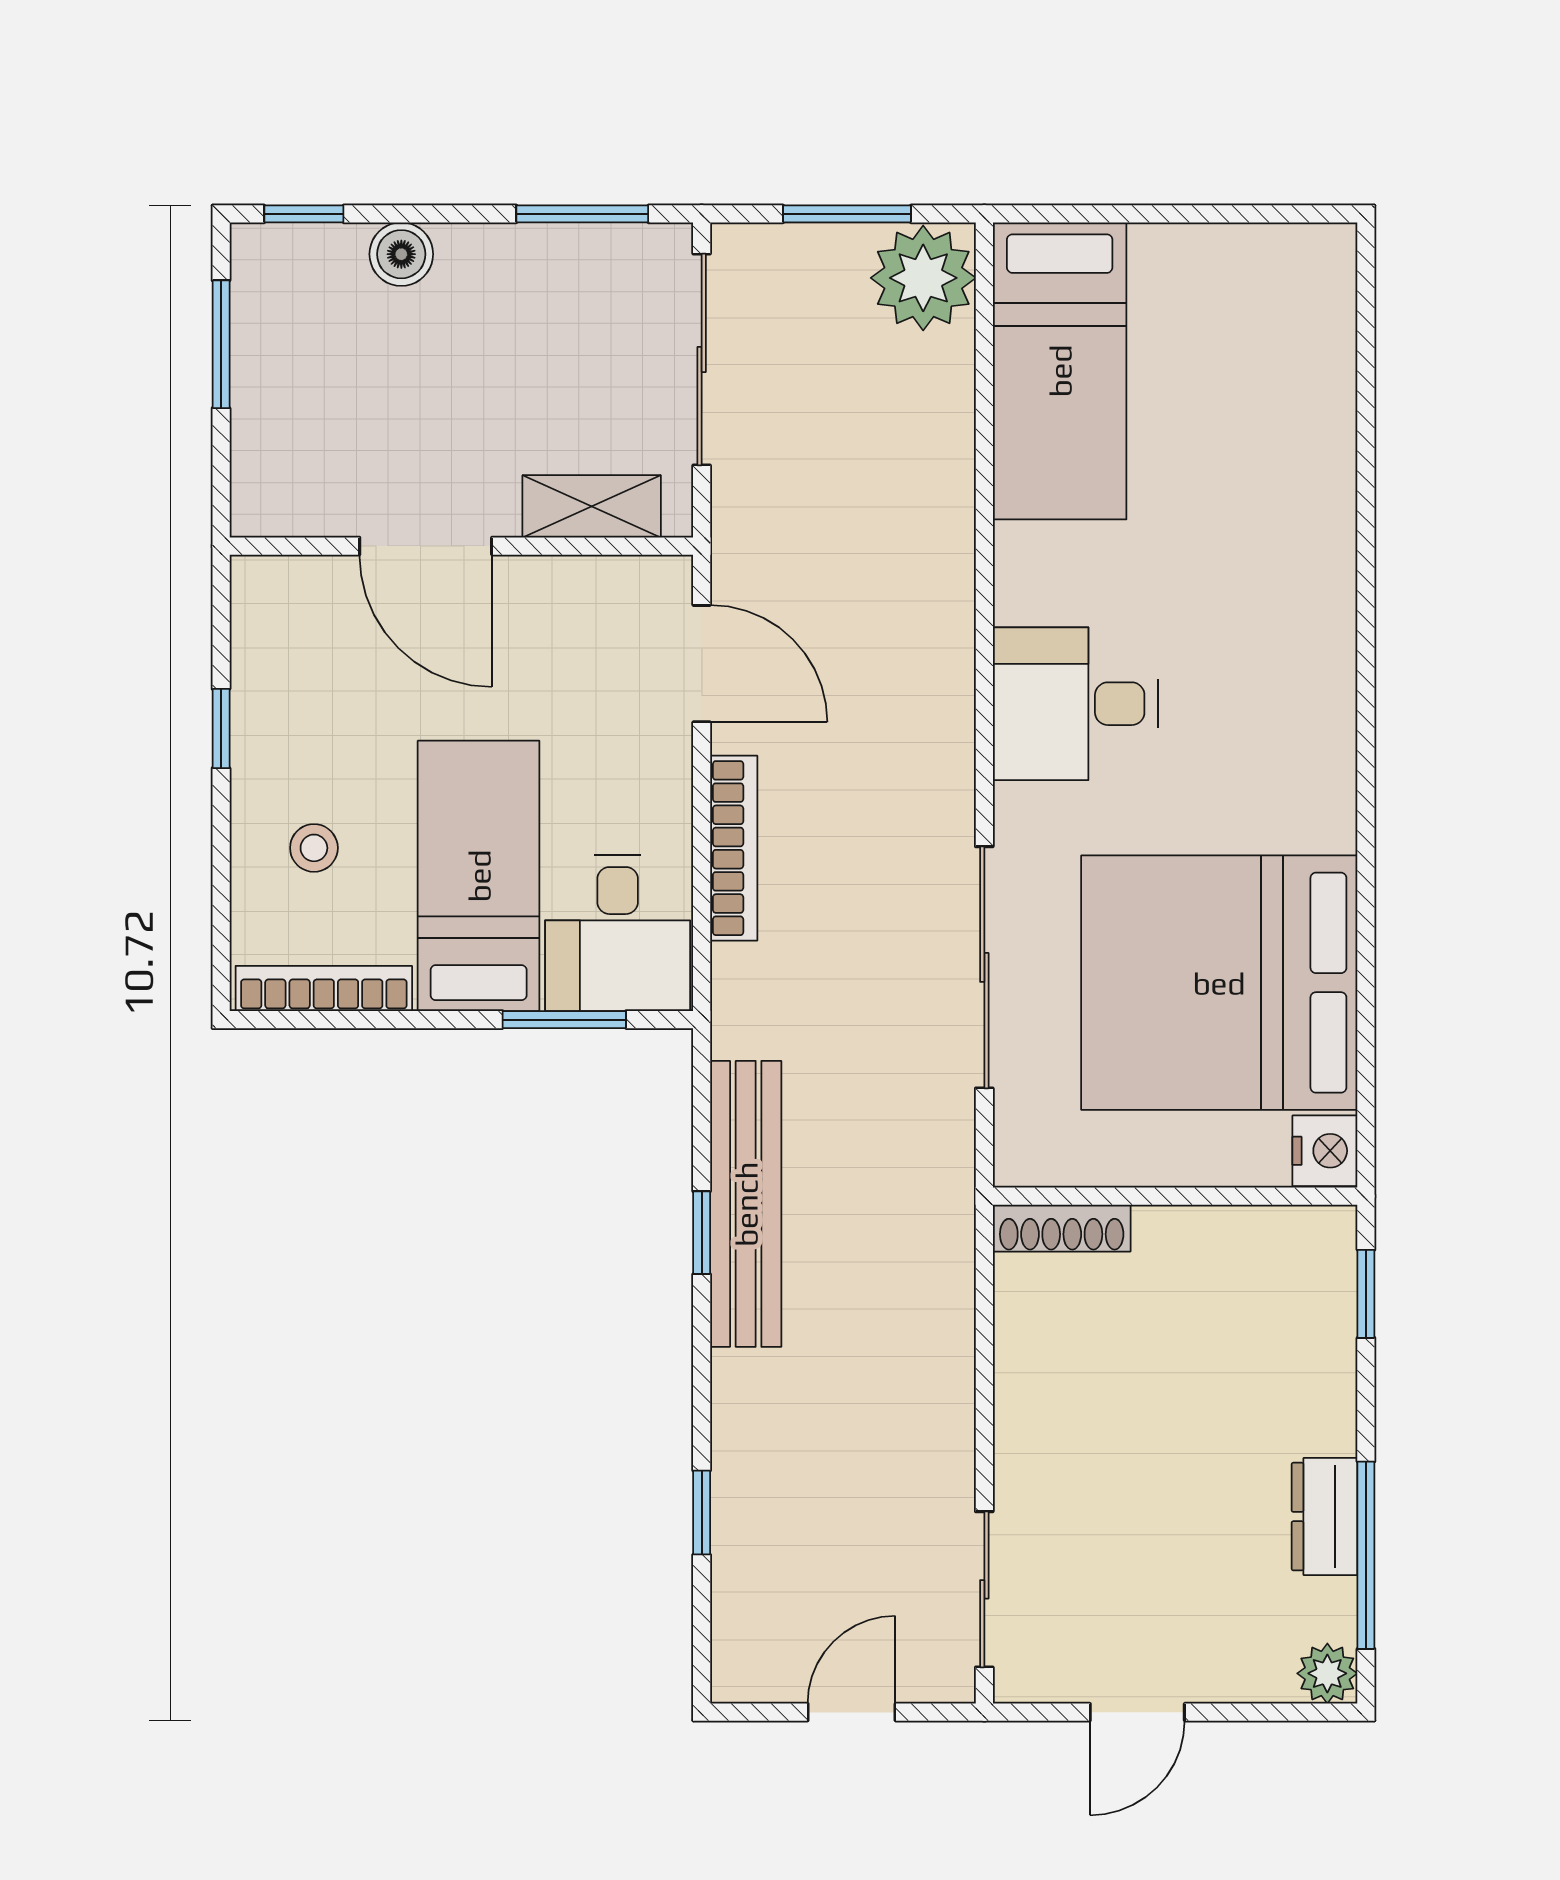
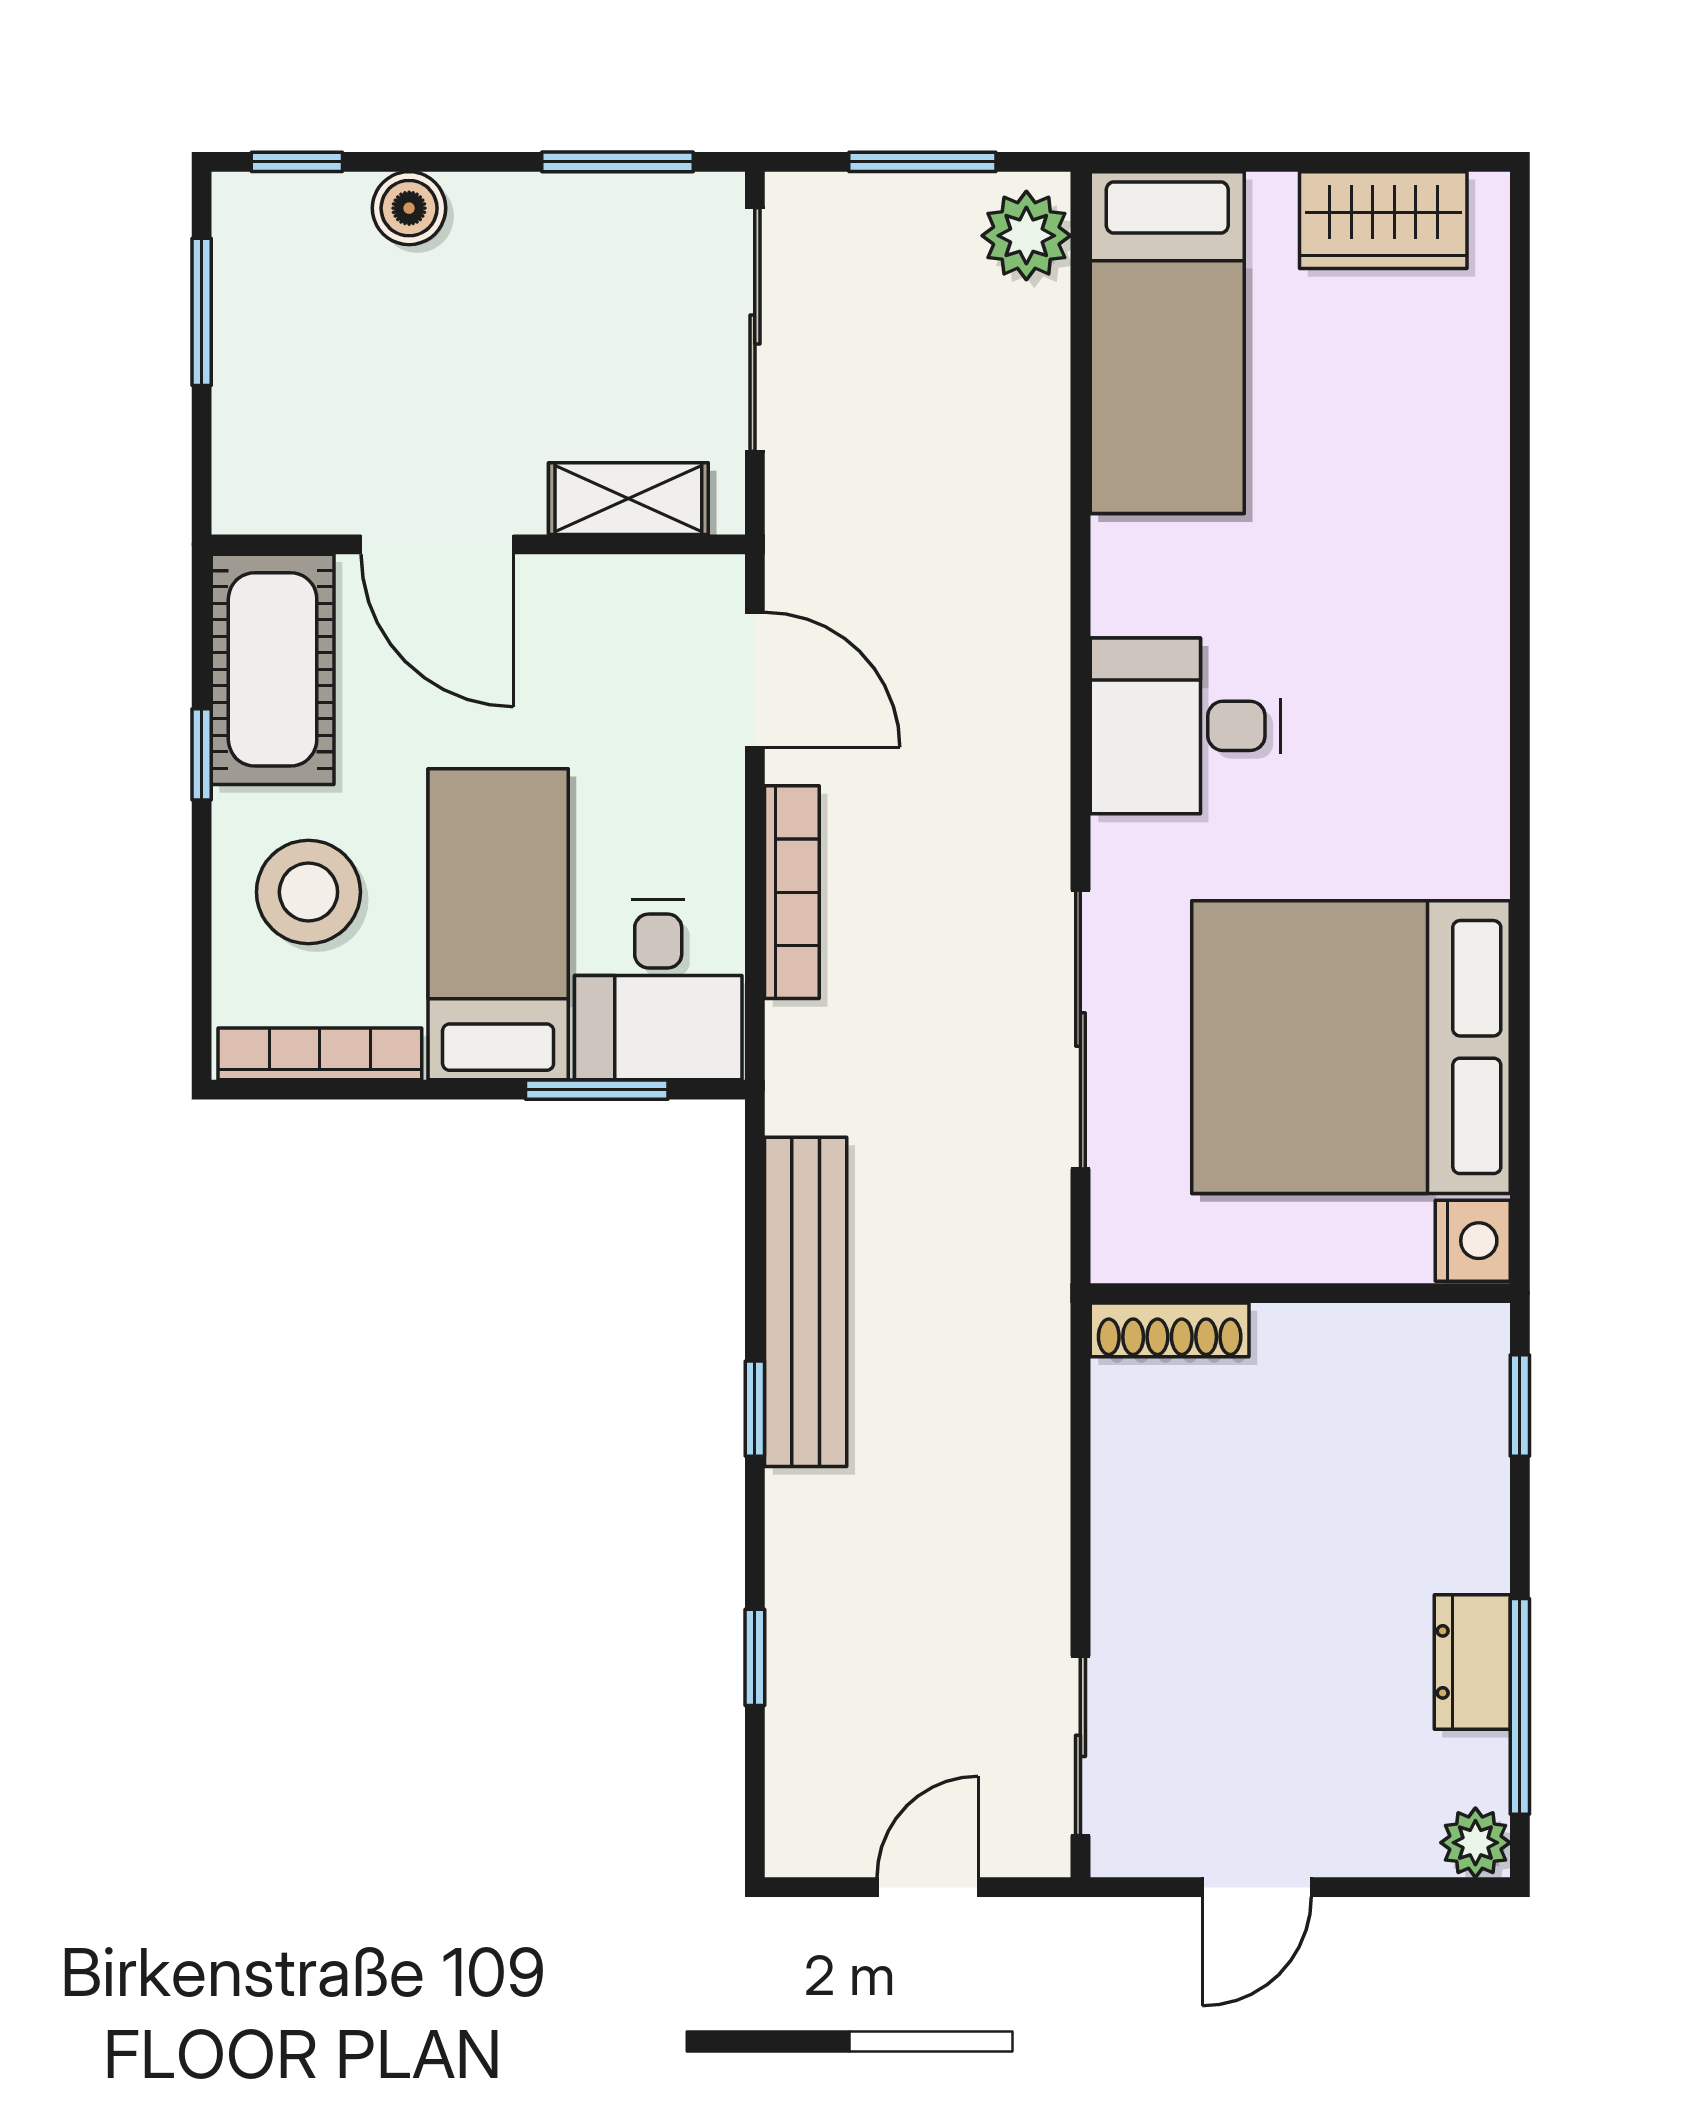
wardrobe: (1247, 265) -> (1383, 220), added
plant: (923, 278) -> (1026, 236), width x0.73, depth x0.73
cot: (283, 655) -> (273, 669), added
stool: (314, 848) -> (308, 892), width x1.89, depth x1.89
window: (702, 1233) -> (755, 1409), moved

